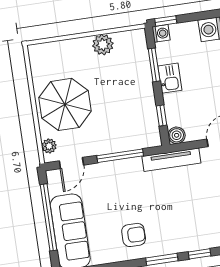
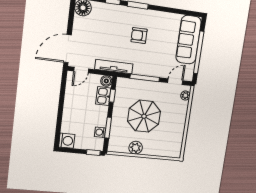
washing machine: (161, 33) -> (100, 132), moved
kitchen sink: (170, 78) -> (103, 96), moved
parasol: (65, 104) -> (144, 116), moved
armchair: (134, 235) -> (139, 35), moved

